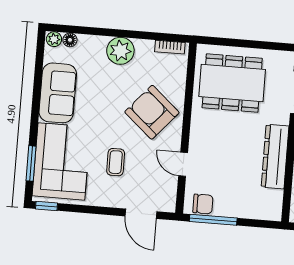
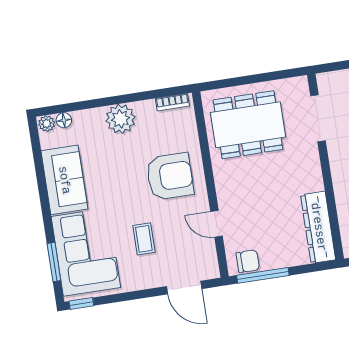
armchair: (152, 112) -> (170, 176), turned 139
dresser: (275, 157) -> (318, 227), moved

